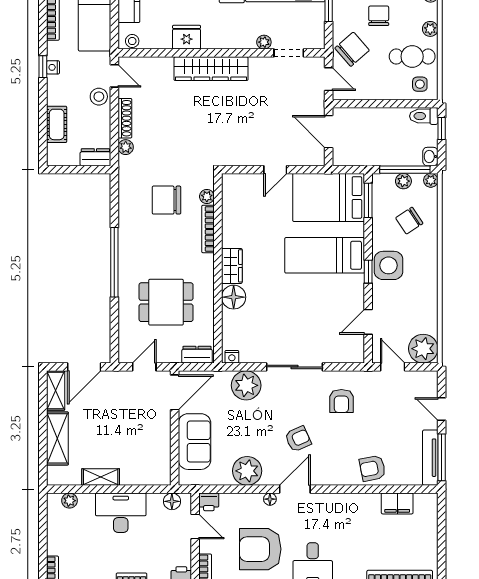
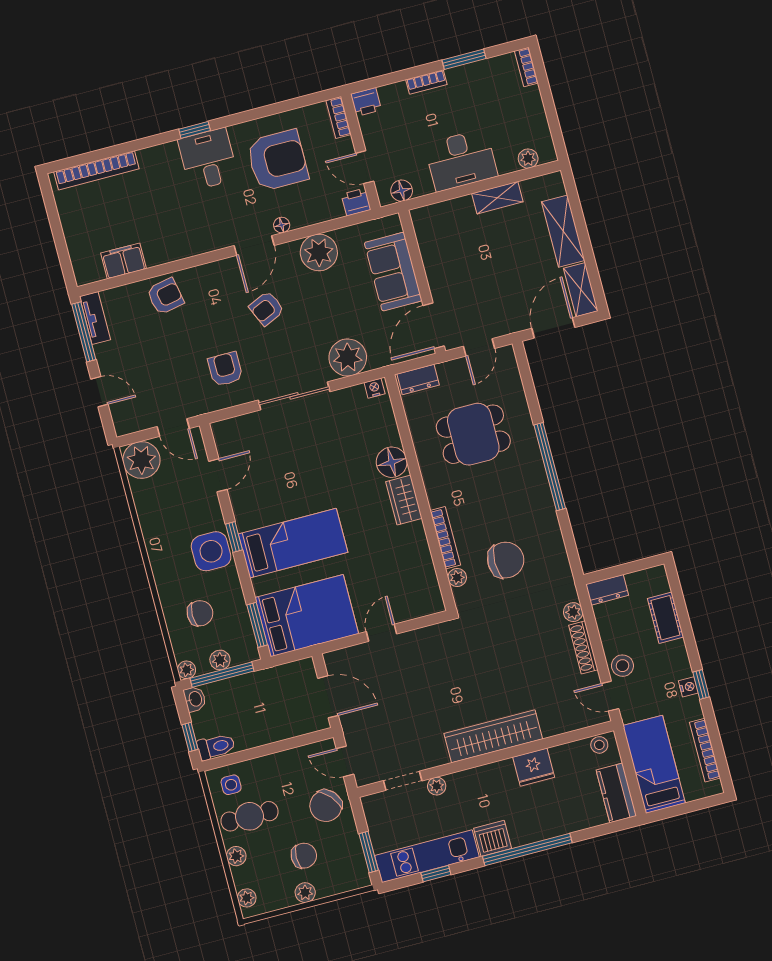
chair: (379, 16) -> (304, 856), turned -90
chair: (409, 221) -> (200, 613), turned 33
tv unit: (430, 458) -> (95, 318), width x0.71

